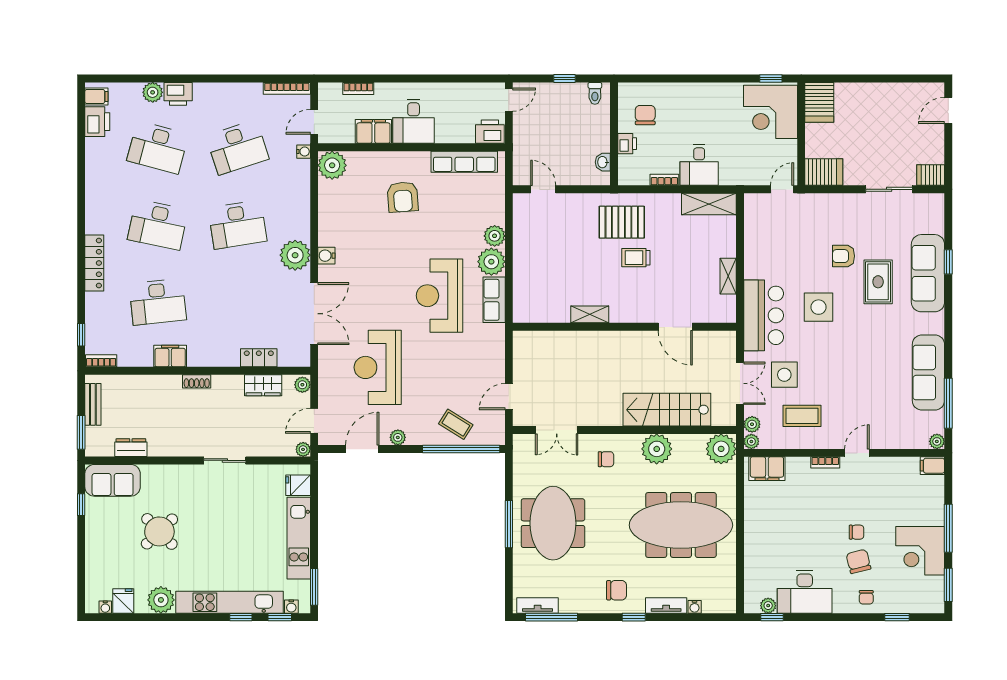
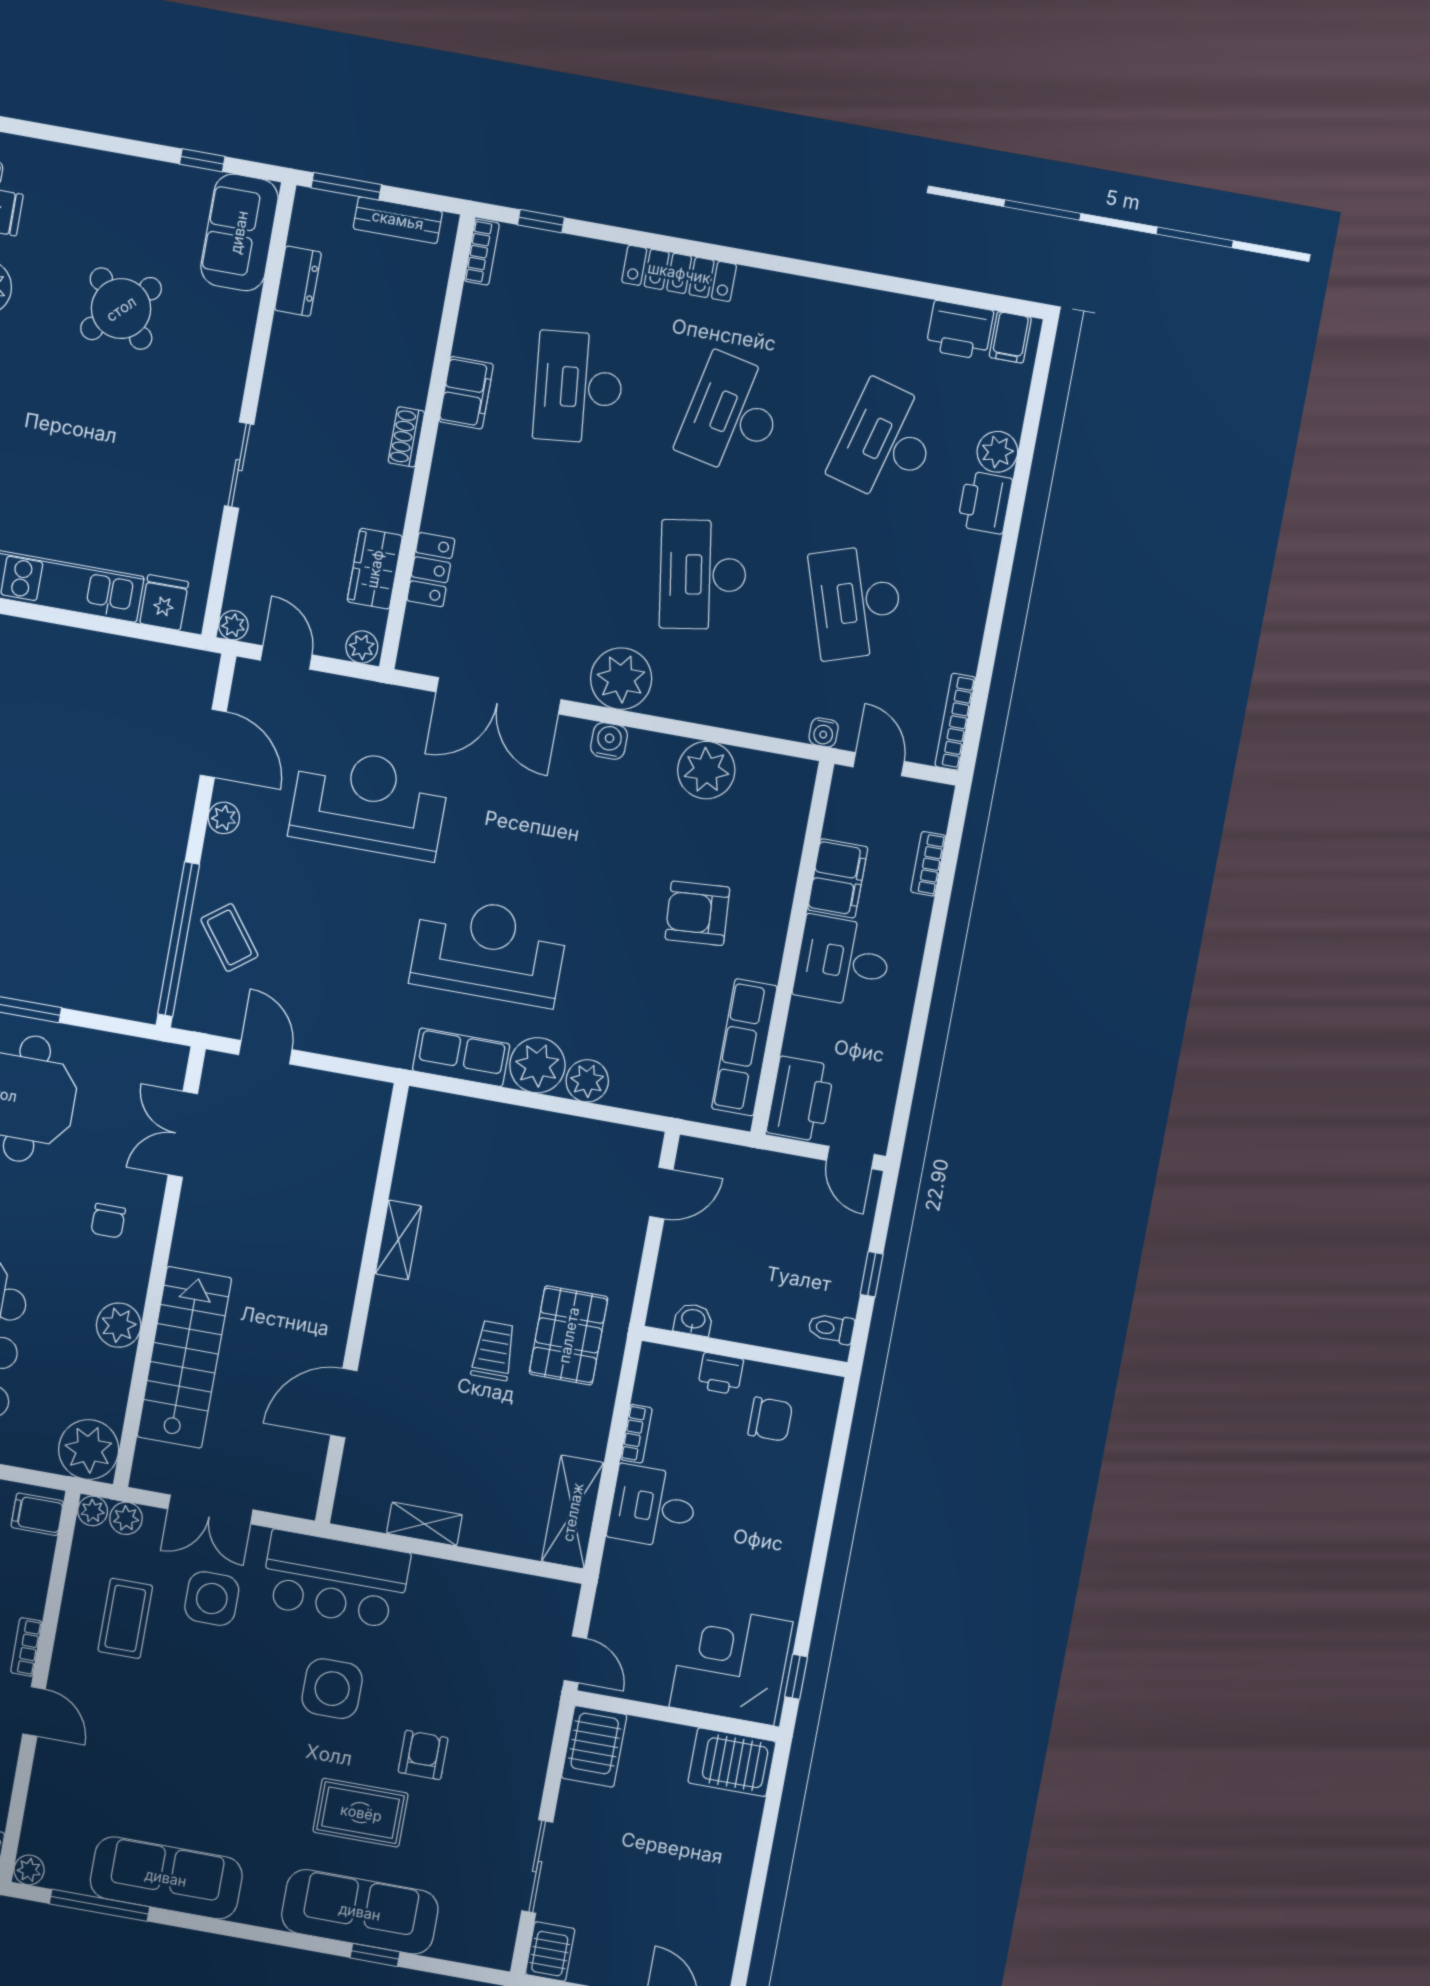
printer: (490, 132) -> (801, 1099), width x1.37, depth x1.19
plant: (332, 165) -> (706, 770), moved
coffee table: (456, 424) -> (229, 937), turned -69
plant: (657, 449) -> (119, 1325), width x0.73, depth x0.73
filing cabinet: (767, 469) -> (37, 1514), width x0.50

